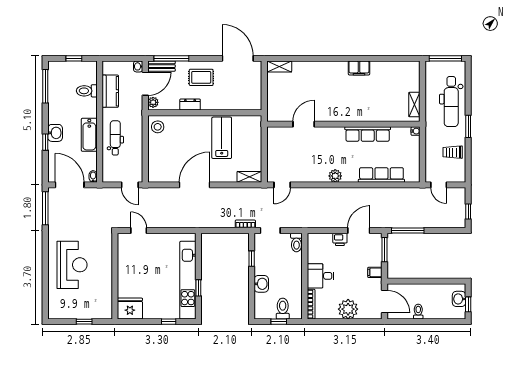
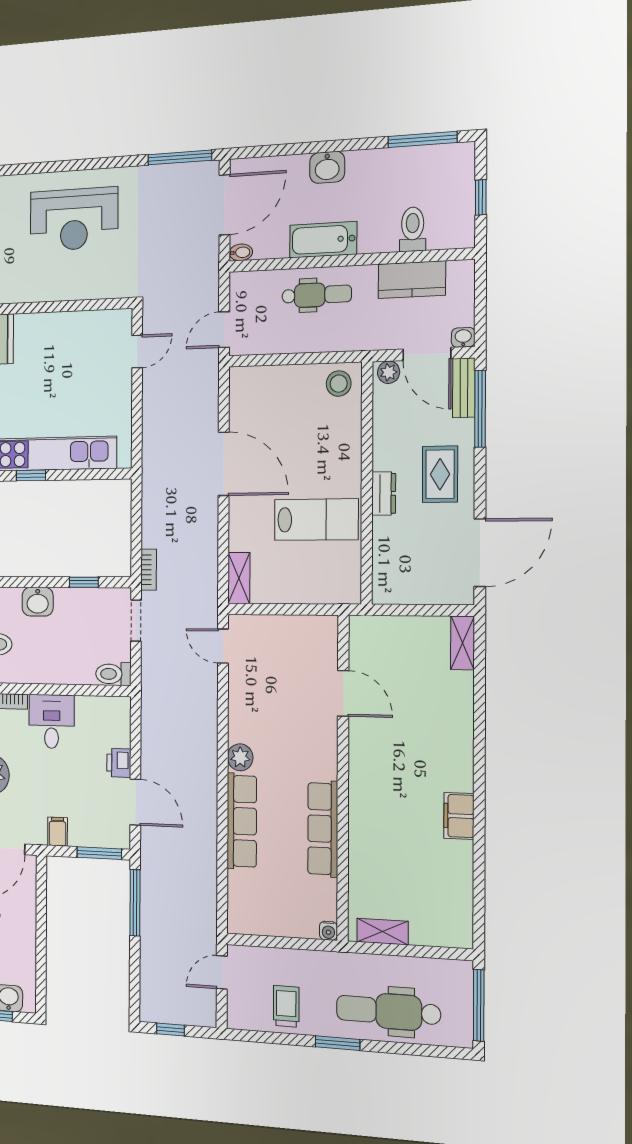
dresser: (190, 105) -> (384, 493), moved
window: (45, 142) -> (309, 148), removed
row of seats: (381, 175) -> (242, 821), moved

